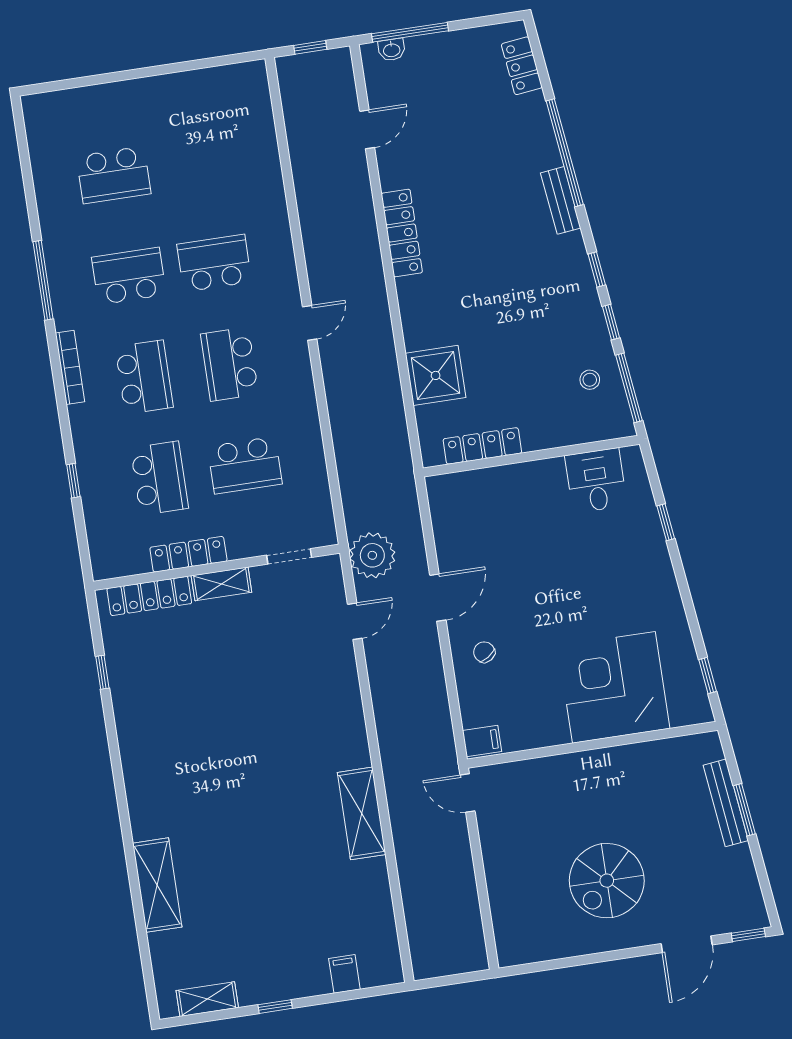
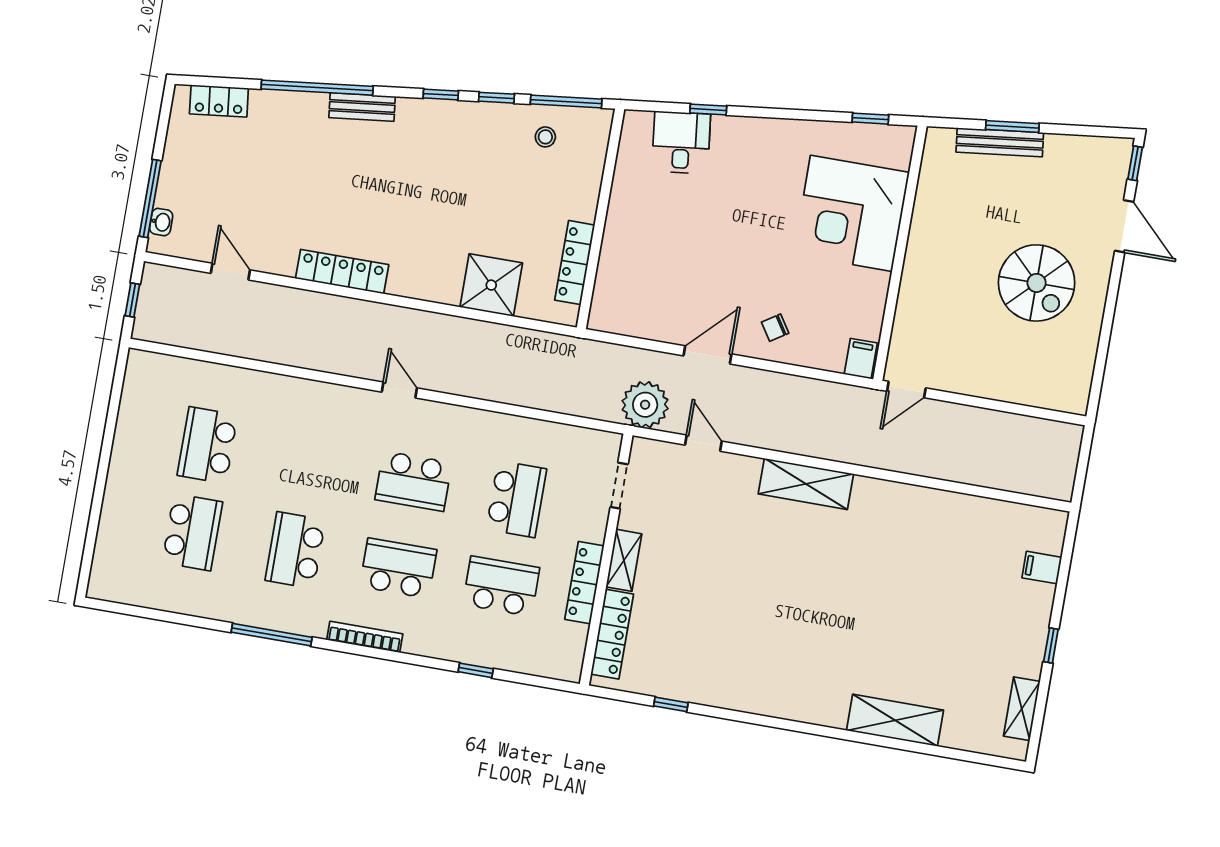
school desk: (214, 263) -> (207, 445), moved
desk: (596, 481) -> (681, 143), moved, turned 83
door: (438, 598) -> (707, 355), hinge flipped
shelving: (362, 813) -> (806, 484), moved

